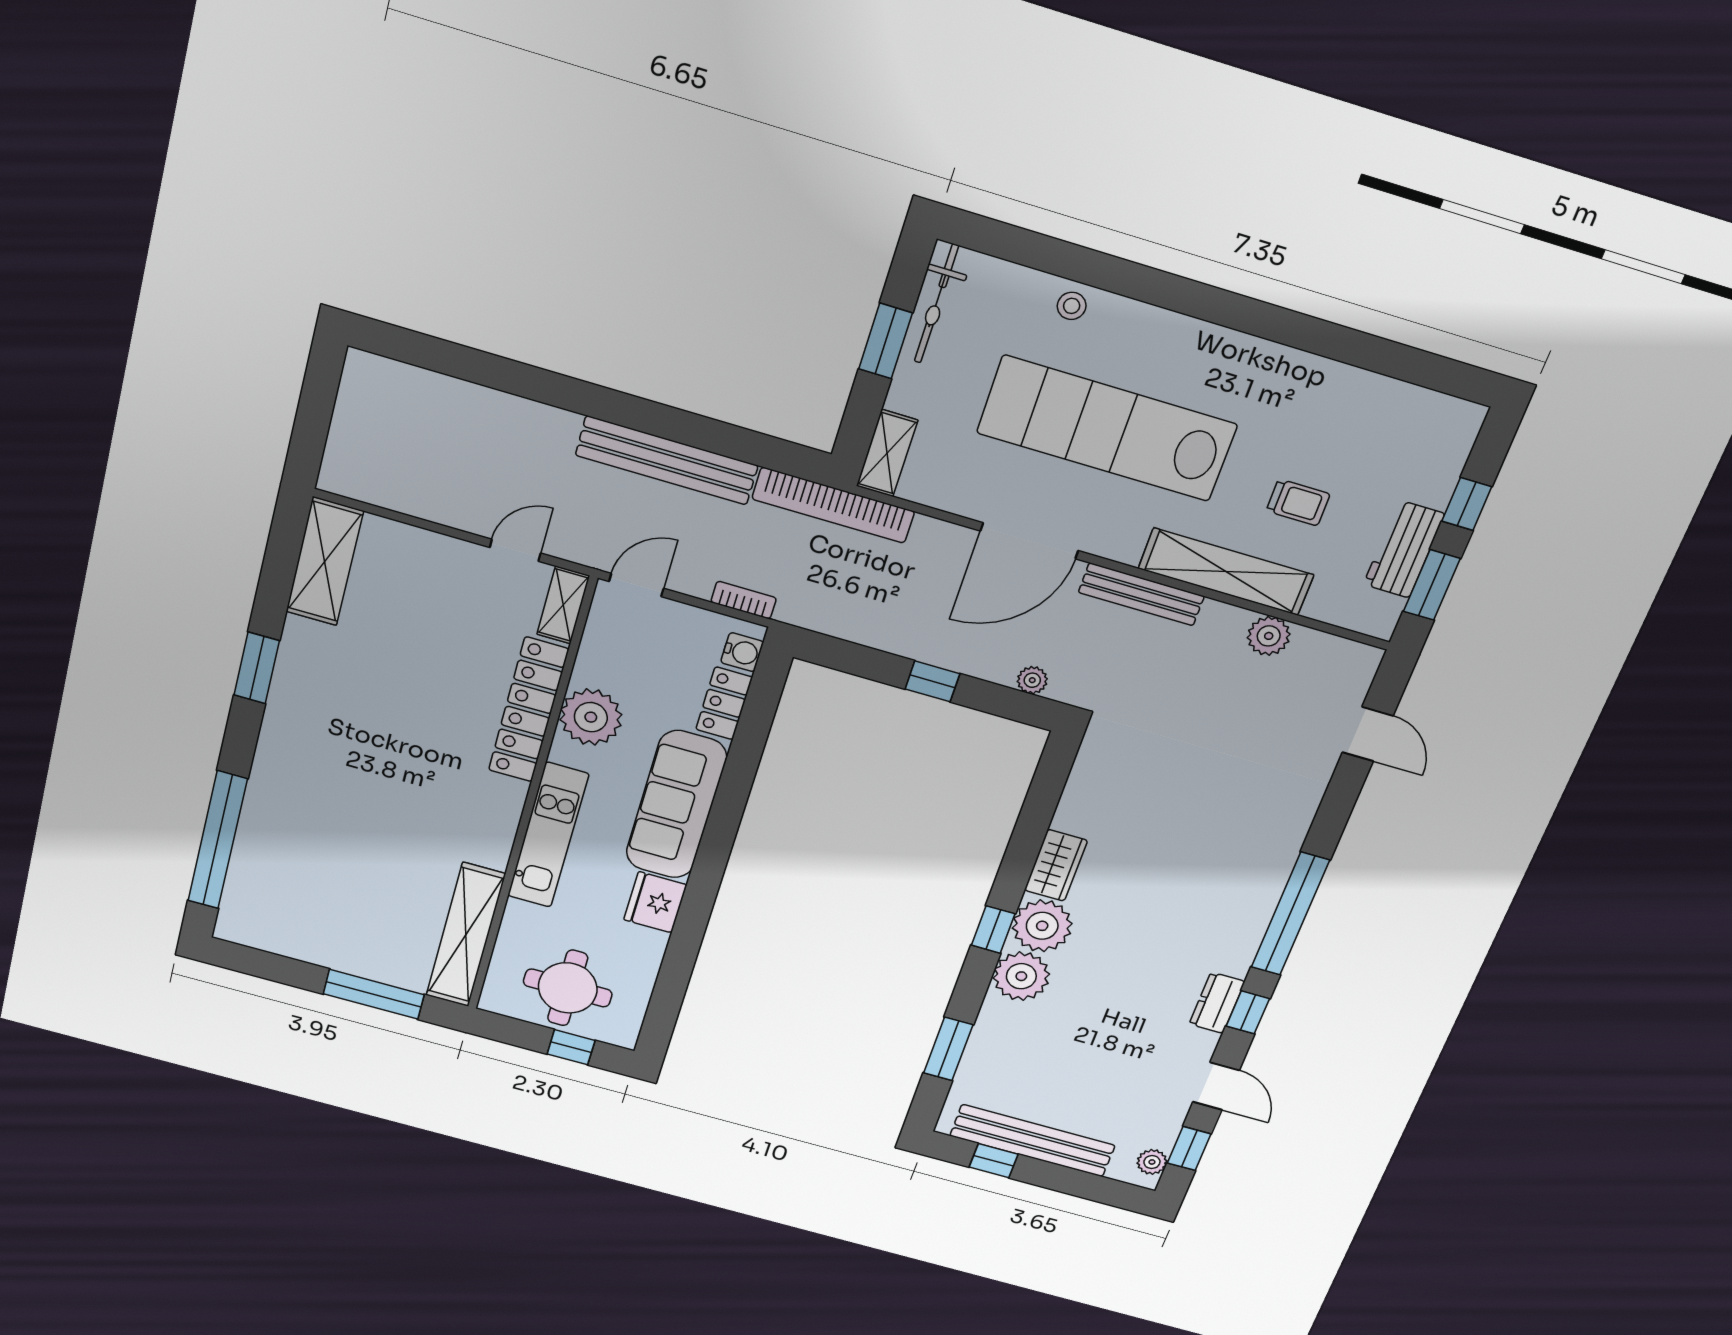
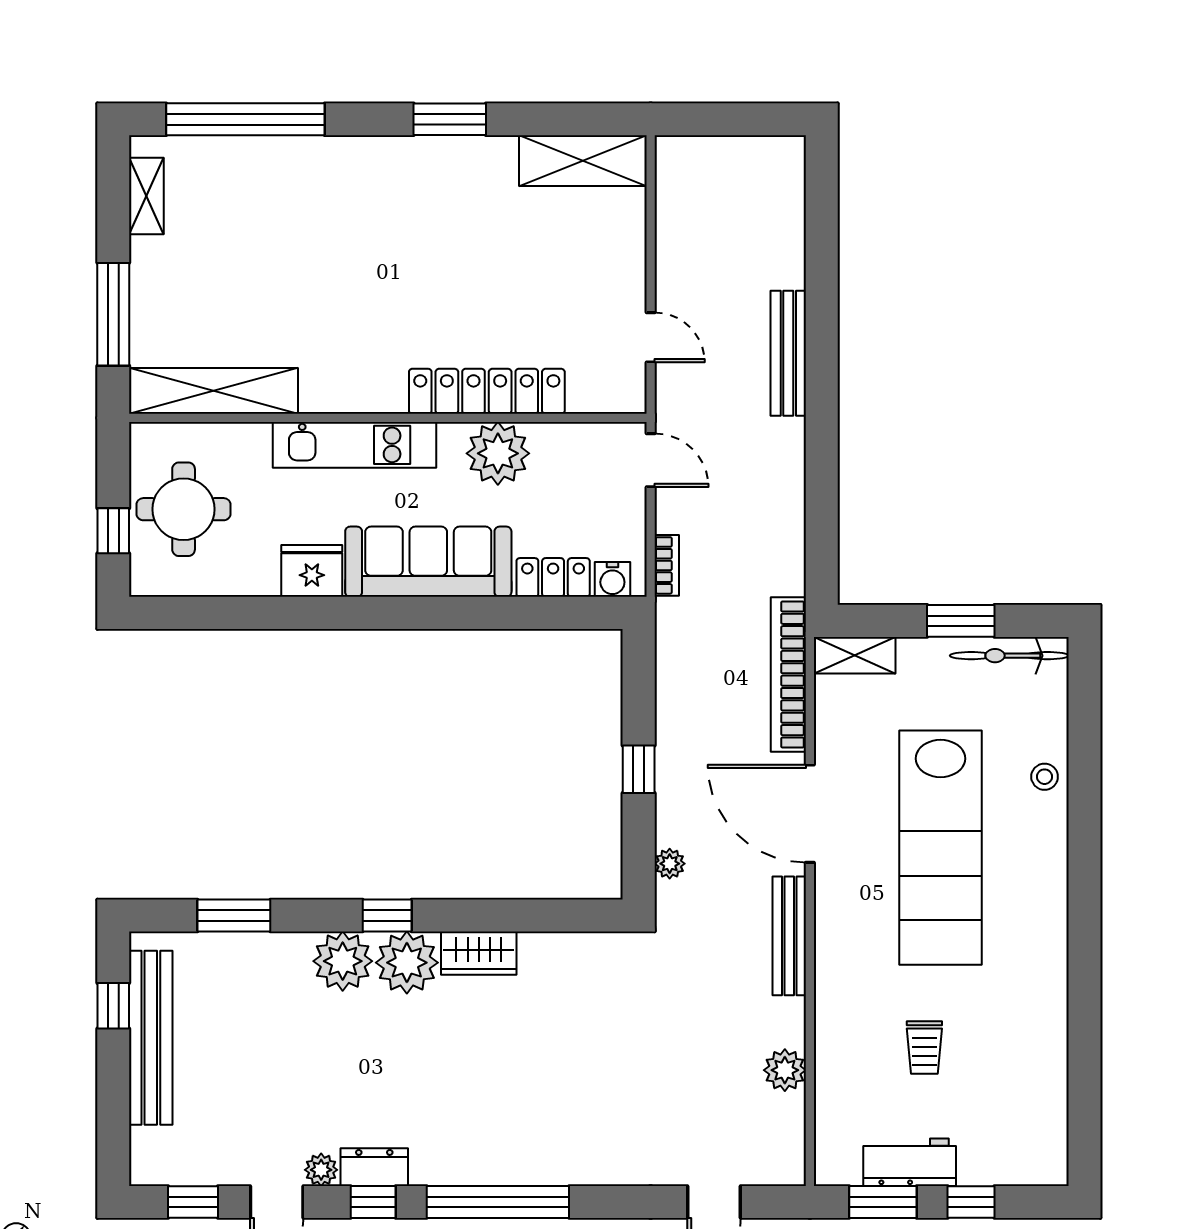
lab bench: (1107, 429) -> (940, 848), turned 180
bench: (667, 460) -> (788, 353), moved, width x0.73, depth x0.82
bookcase: (833, 505) -> (788, 674), moved
shelving: (1226, 572) -> (836, 1007), removed
shelving: (563, 605) -> (146, 196), moved, turned 90
plant: (1152, 1162) -> (321, 1170), moved

